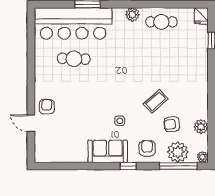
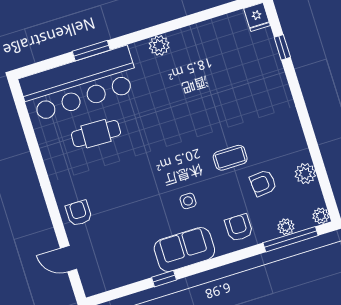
cafe table: (161, 22) -> (203, 43), removed
coffee table: (156, 101) -> (230, 158), turned 42
door: (31, 123) -> (69, 259), moved
plant: (178, 152) -> (286, 227), width x0.53, depth x0.53
window: (128, 166) -> (164, 279), moved

